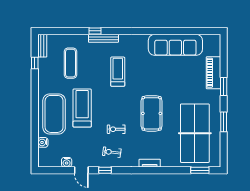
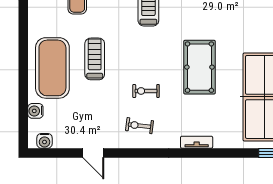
treadmill: (82, 108) -> (95, 59), width x0.73, depth x0.73
water cooler: (67, 162) -> (45, 141), moved
window: (105, 170) -> (129, 153), removed

